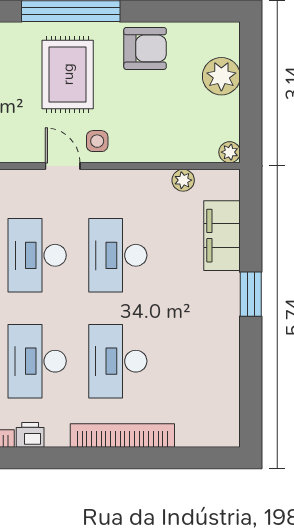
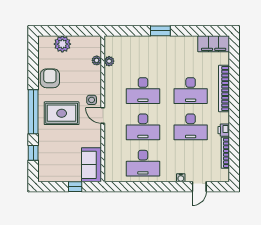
plant: (230, 152) -> (97, 60), moved
door: (63, 166) -> (103, 115), hinge flipped
filing cabinet: (222, 236) -> (214, 44), moved

